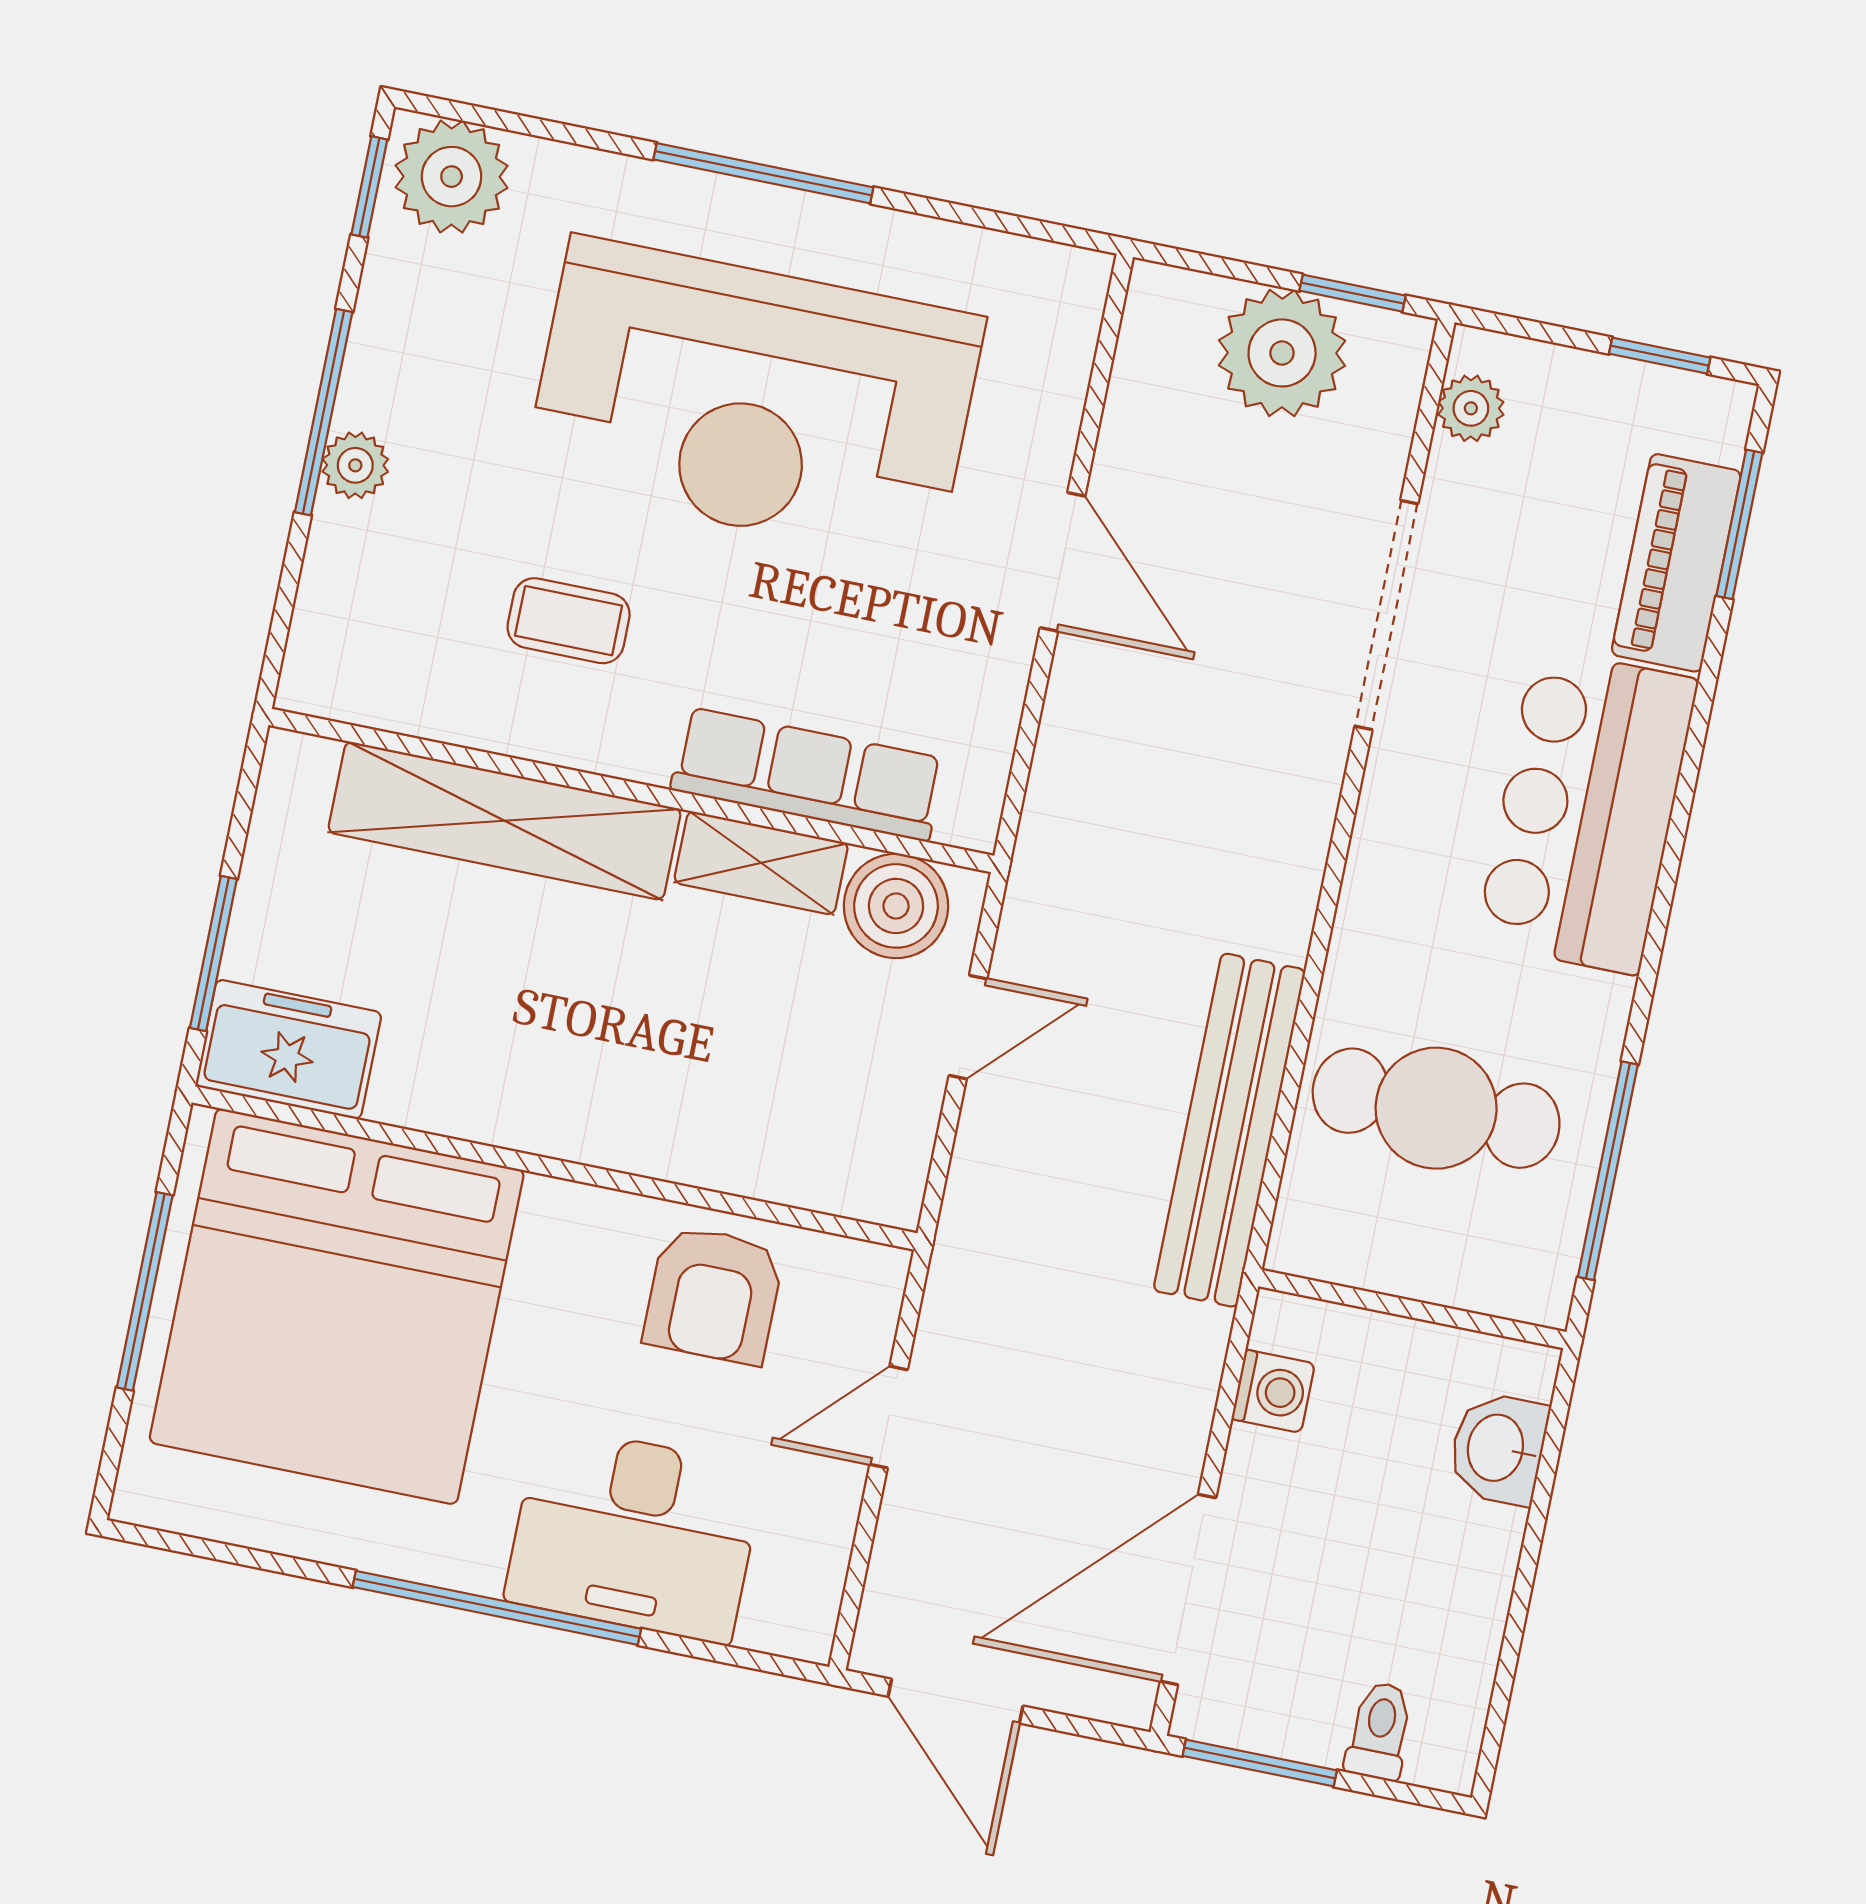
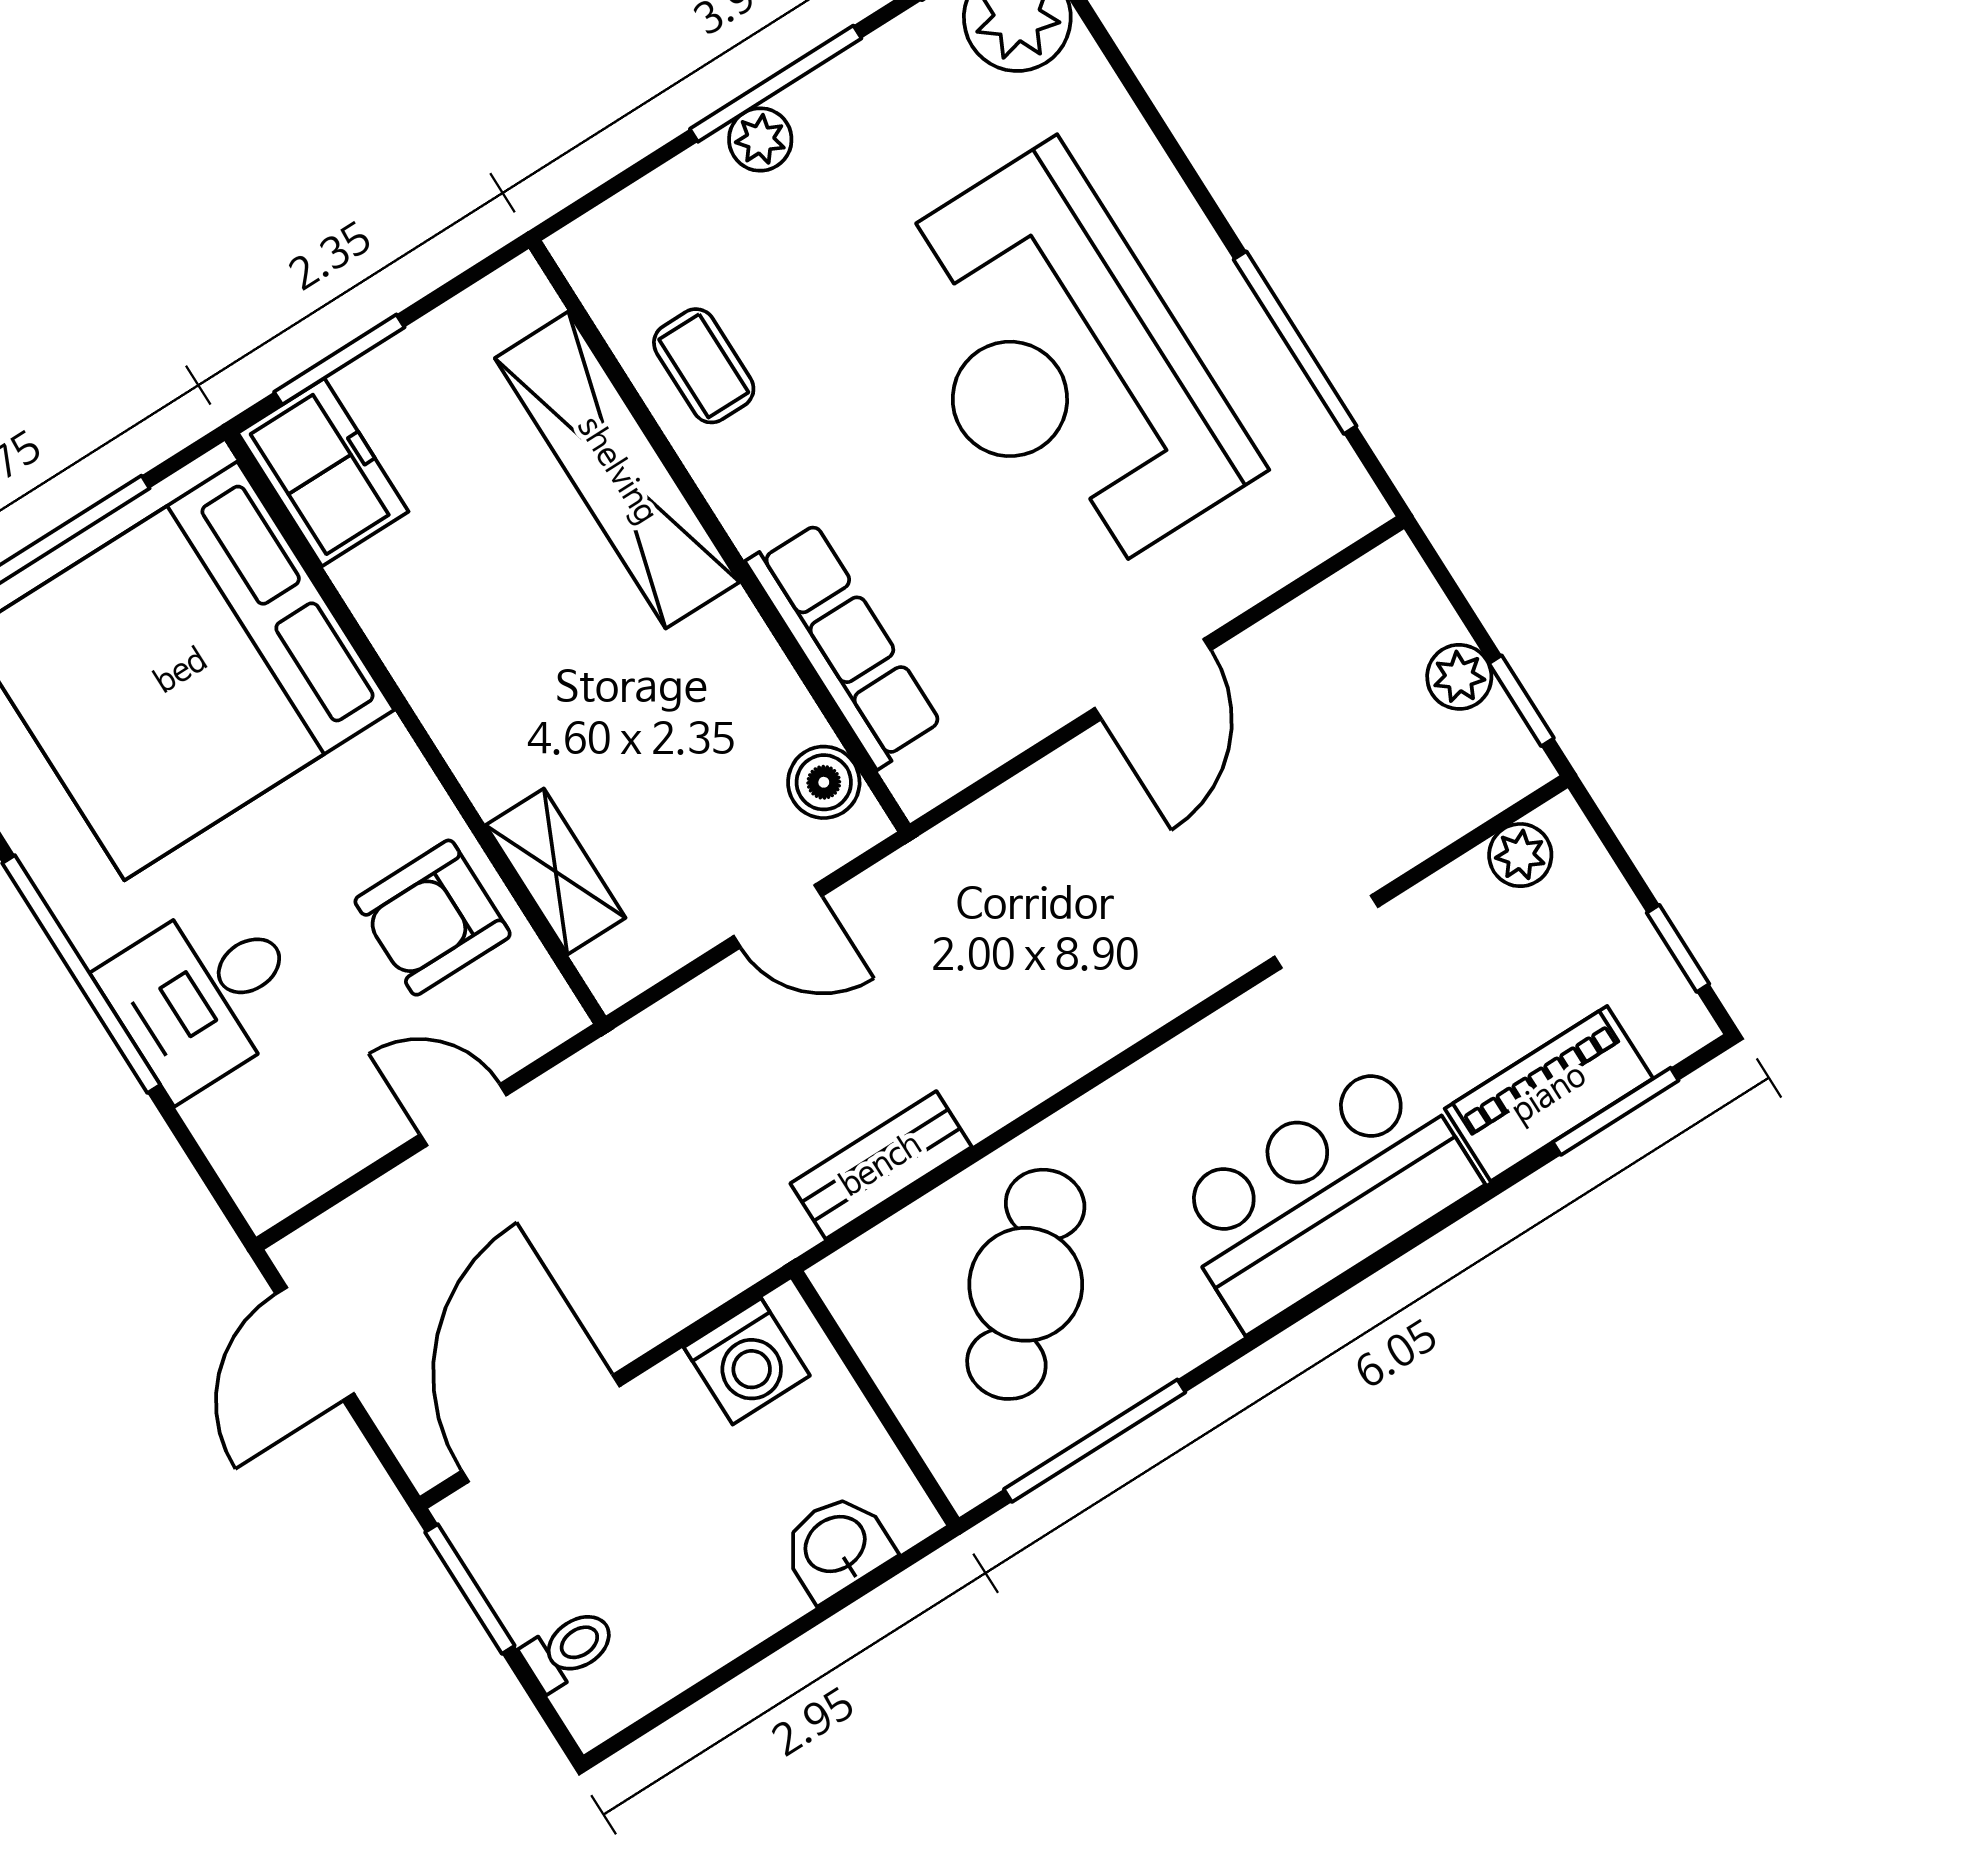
window: (763, 173) -> (1295, 343), moved
plant: (1282, 353) -> (1459, 677), width x0.53, depth x0.53
doorway: (1386, 615) -> (1326, 932), width x0.53
coffee table: (569, 621) -> (704, 366), moved
shelving: (761, 863) -> (556, 871), moved
boiler: (896, 906) -> (824, 782), width x0.73, depth x0.73
cafe table: (1436, 1108) -> (1026, 1284), turned 46
bench: (1229, 1130) -> (881, 1165), width x0.54, depth x0.82
washing machine: (1273, 1391) -> (747, 1361), width x1.38, depth x1.38
desk: (634, 1534) -> (204, 994), width x0.73
door: (1188, 1590) -> (541, 1428), hinge flipped

